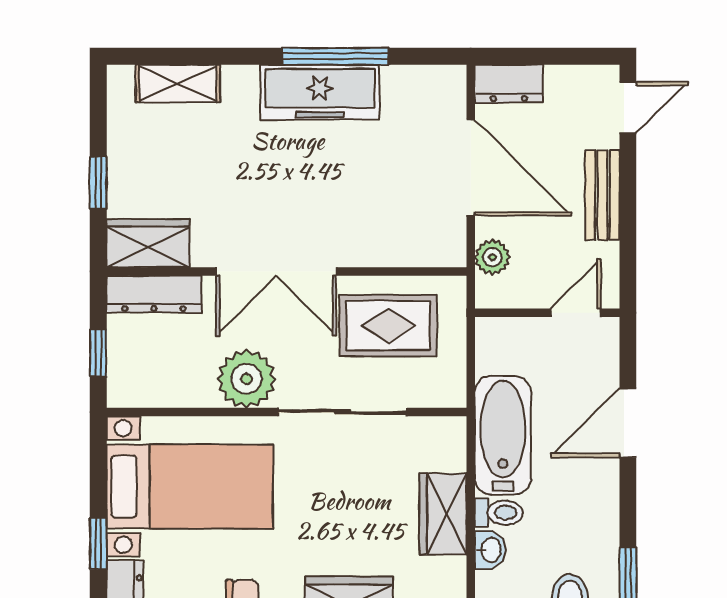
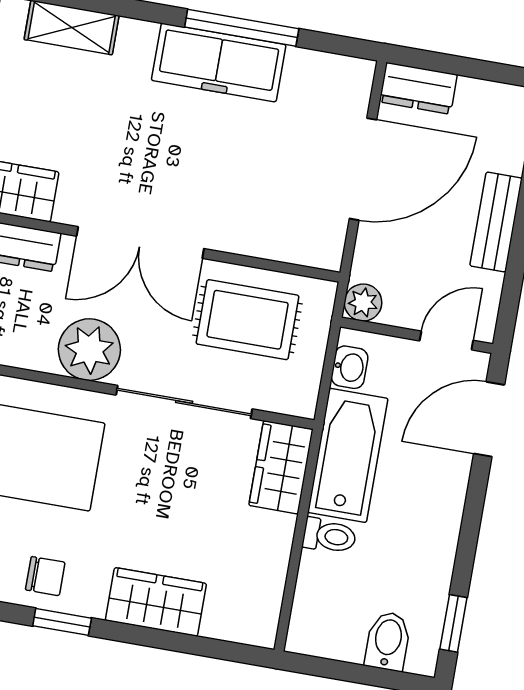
door: (471, 168) -> (363, 169), hinge flipped
plant: (492, 257) -> (363, 303), moved
door: (628, 423) -> (489, 419), moved
wardrobe: (443, 514) -> (281, 467), moved
washbasin: (490, 550) -> (350, 367), moved

